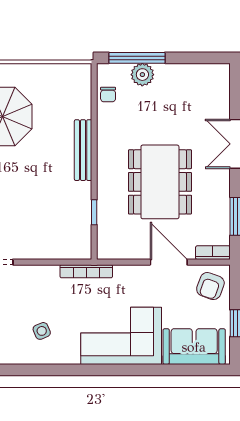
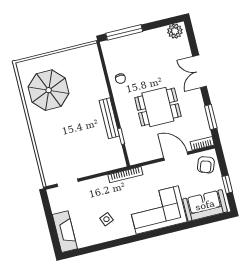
plant: (142, 75) -> (175, 31), moved
chair: (108, 95) -> (120, 79), moved
bench: (83, 150) -> (109, 118), moved
dining table: (160, 182) -> (158, 107), width x0.73

